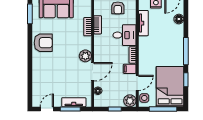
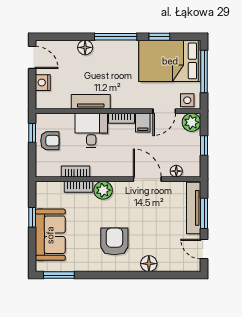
floor lamp: (179, 19) -> (85, 47), moved
tv unit: (143, 23) -> (91, 102), moved
armchair: (43, 43) -> (114, 241), moved
plant: (85, 56) -> (103, 190), moved
floor lamp: (37, 73) -> (149, 264), added
door: (137, 83) -> (164, 111), swing flipped
tv unit: (74, 102) -> (194, 208), width x1.41

